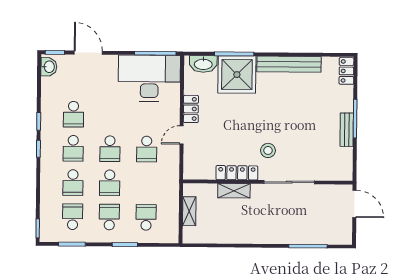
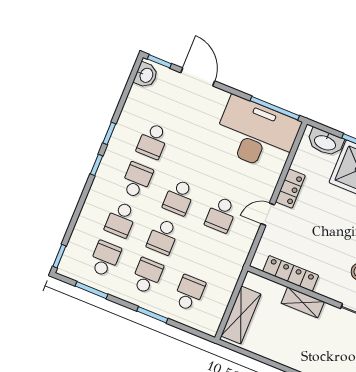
school desk: (73, 148) -> (137, 180), turned 180
locker: (237, 173) -> (291, 273), moved
shelving: (189, 211) -> (241, 315), width x1.50, depth x1.33

